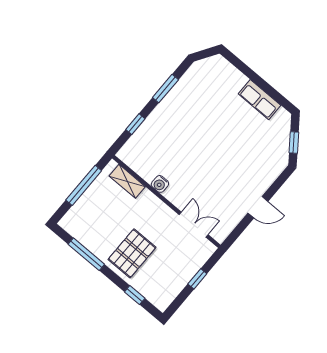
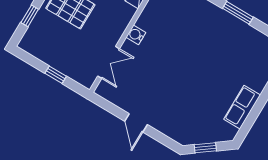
water cooler: (160, 184) -> (136, 35), moved

